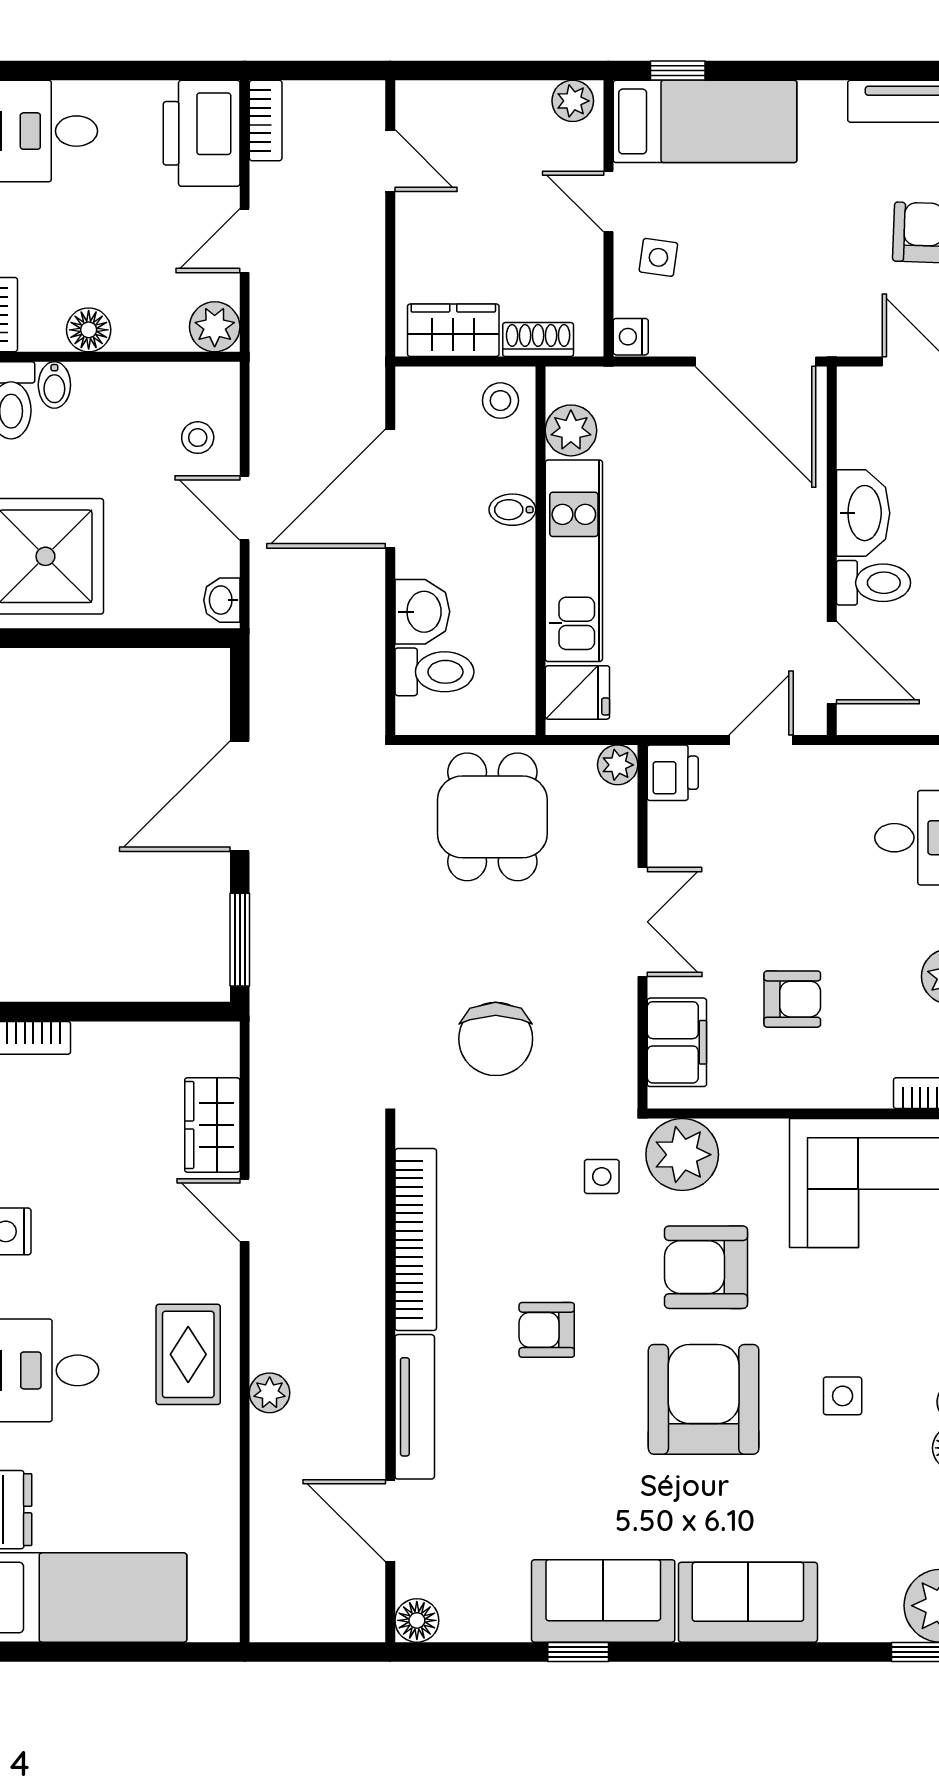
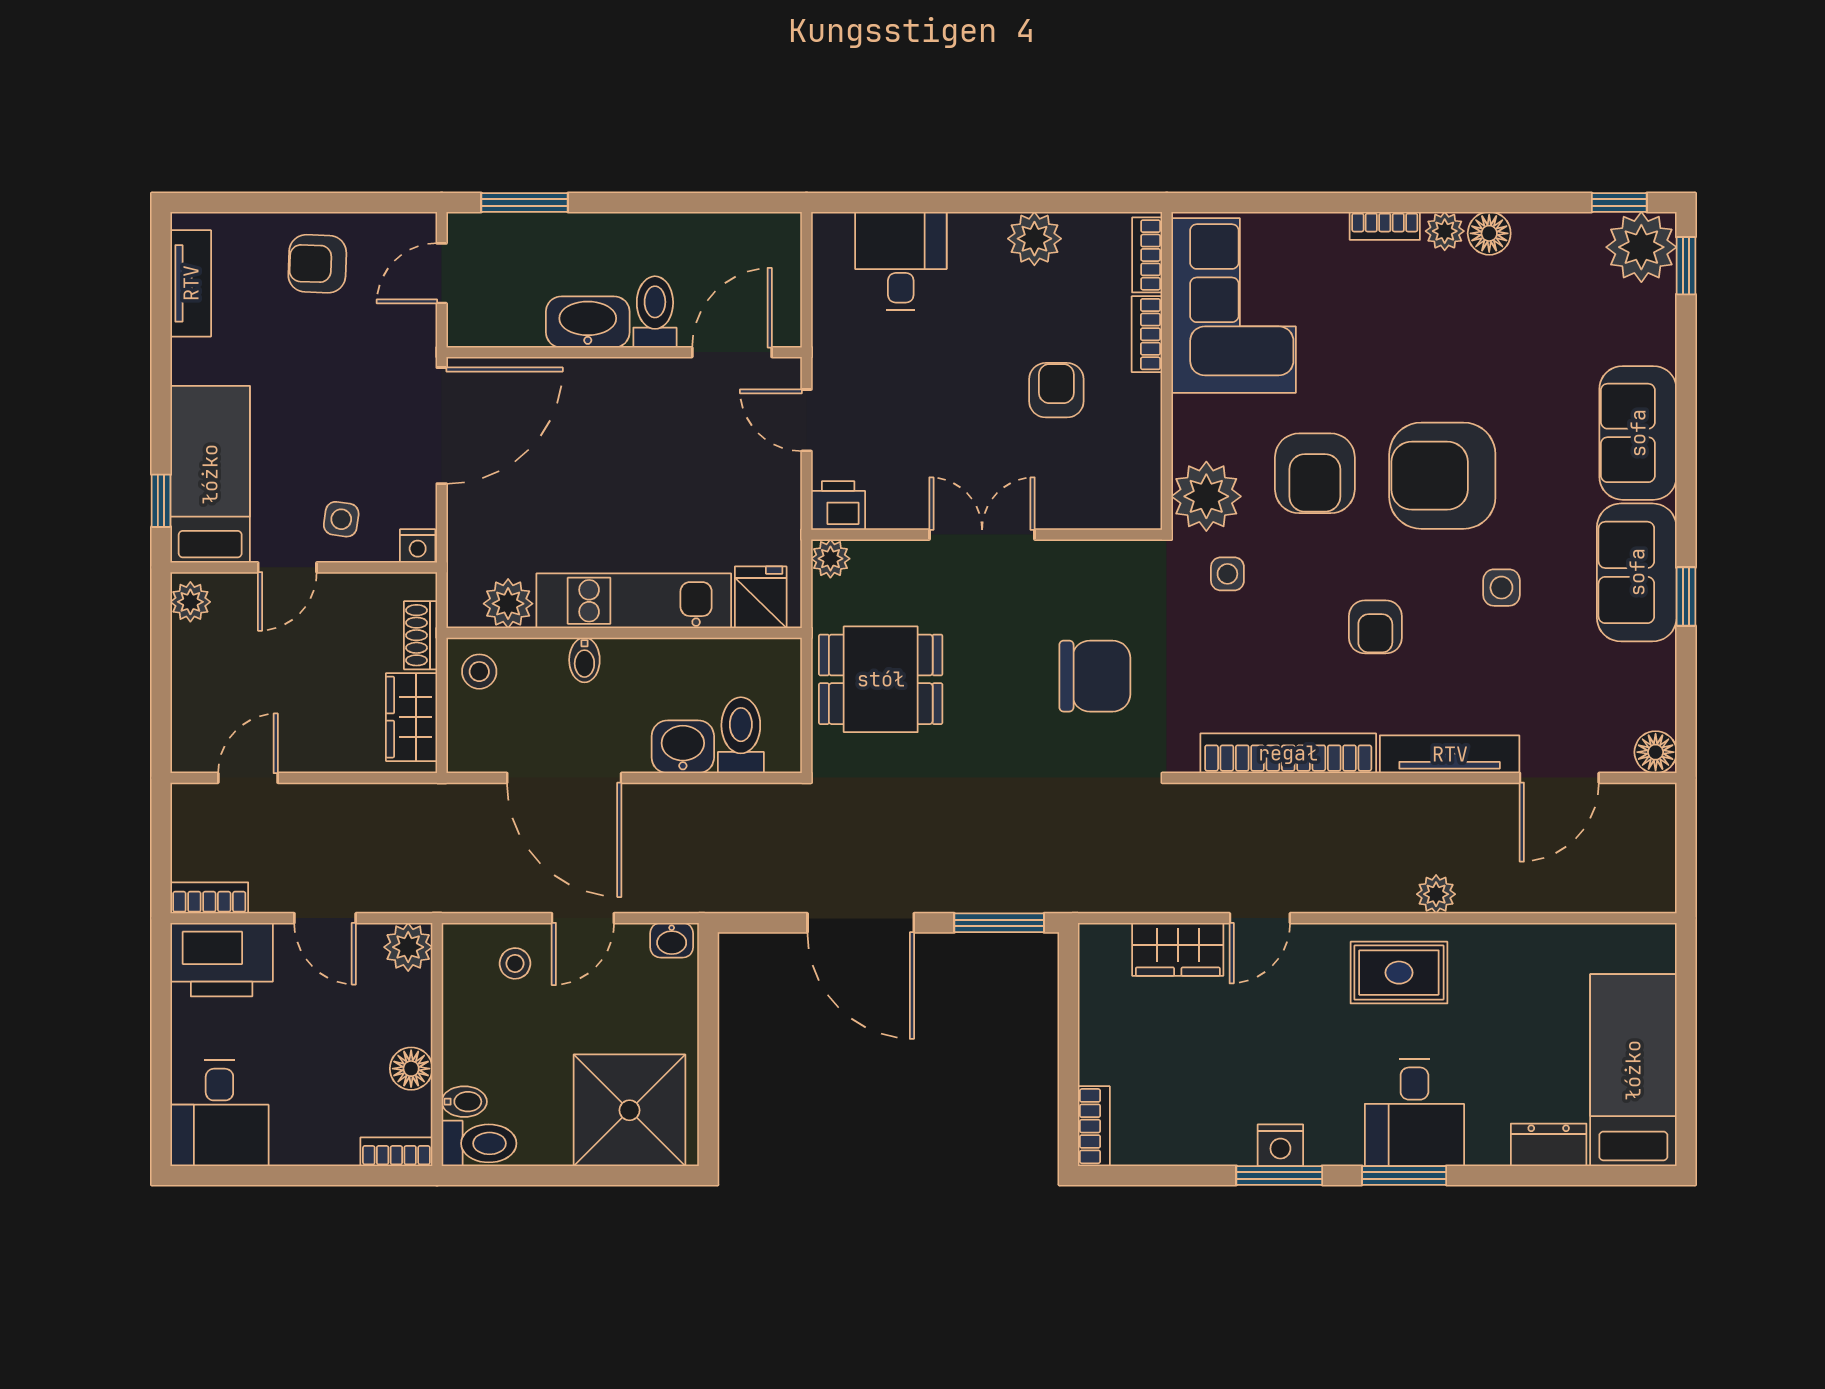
filing cabinet: (677, 1042) -> (1098, 501), removed
bookcase: (850, 1093) -> (1147, 334), added
side table: (843, 1396) -> (1501, 588), moved

